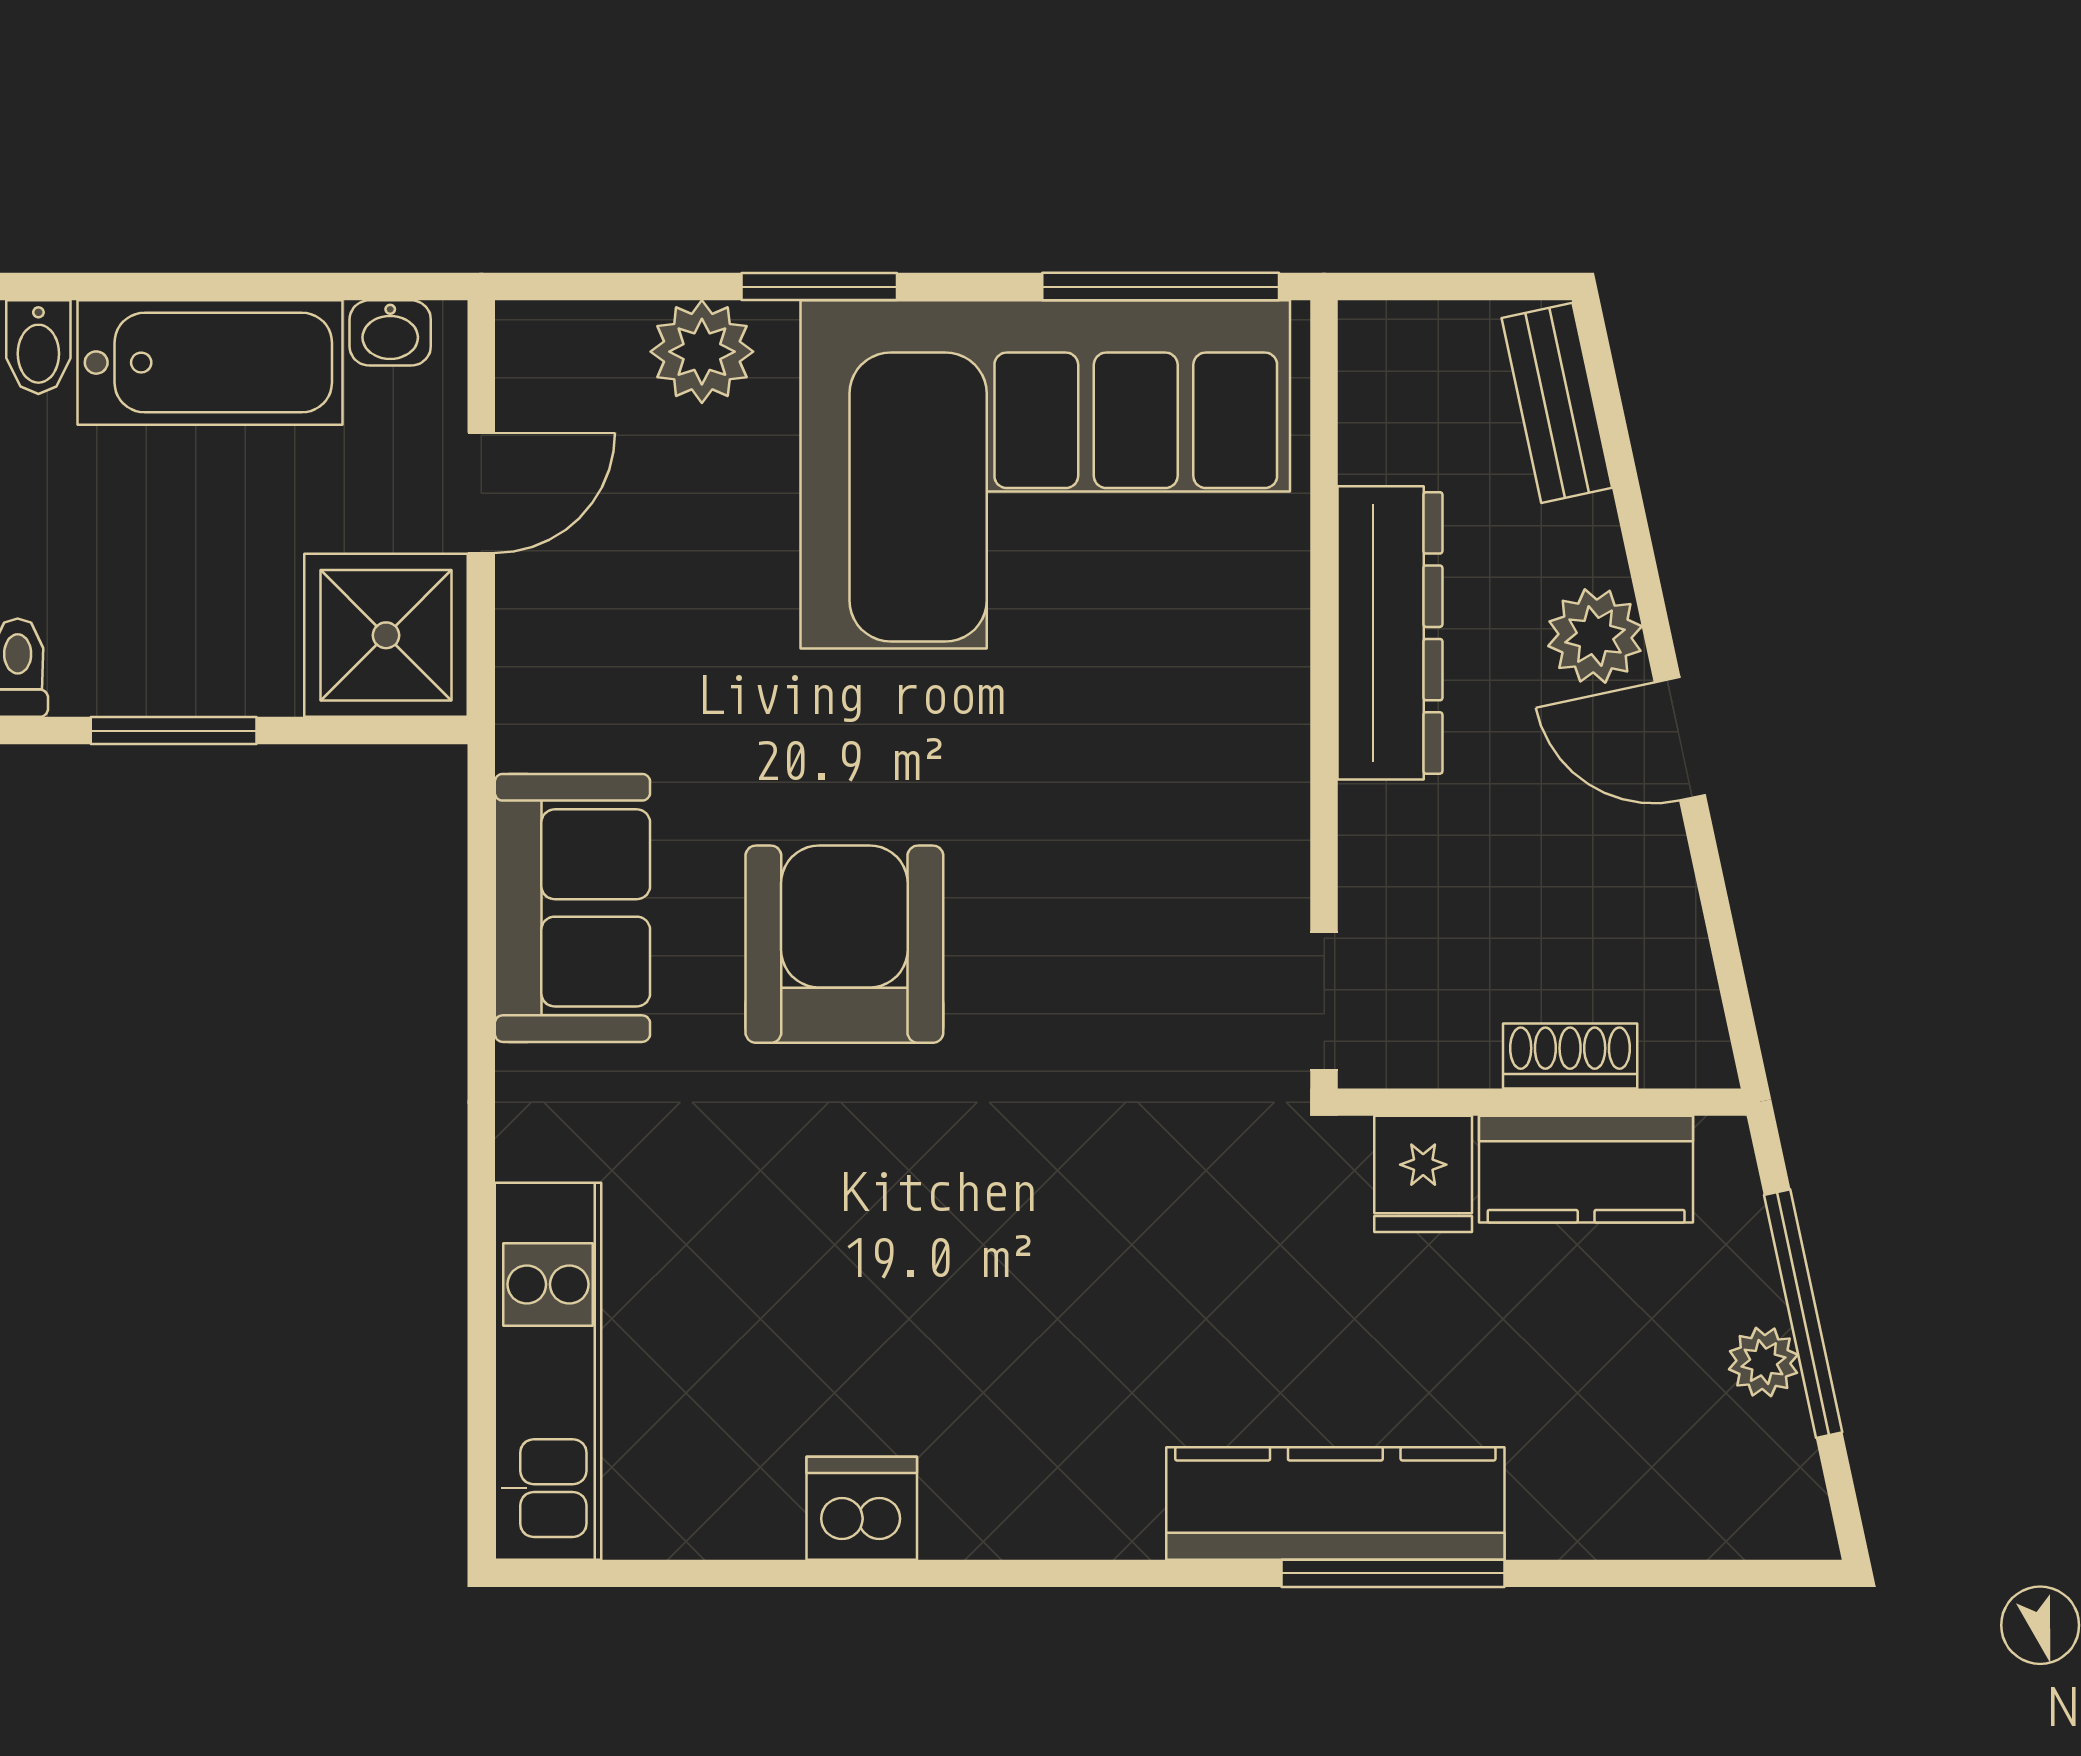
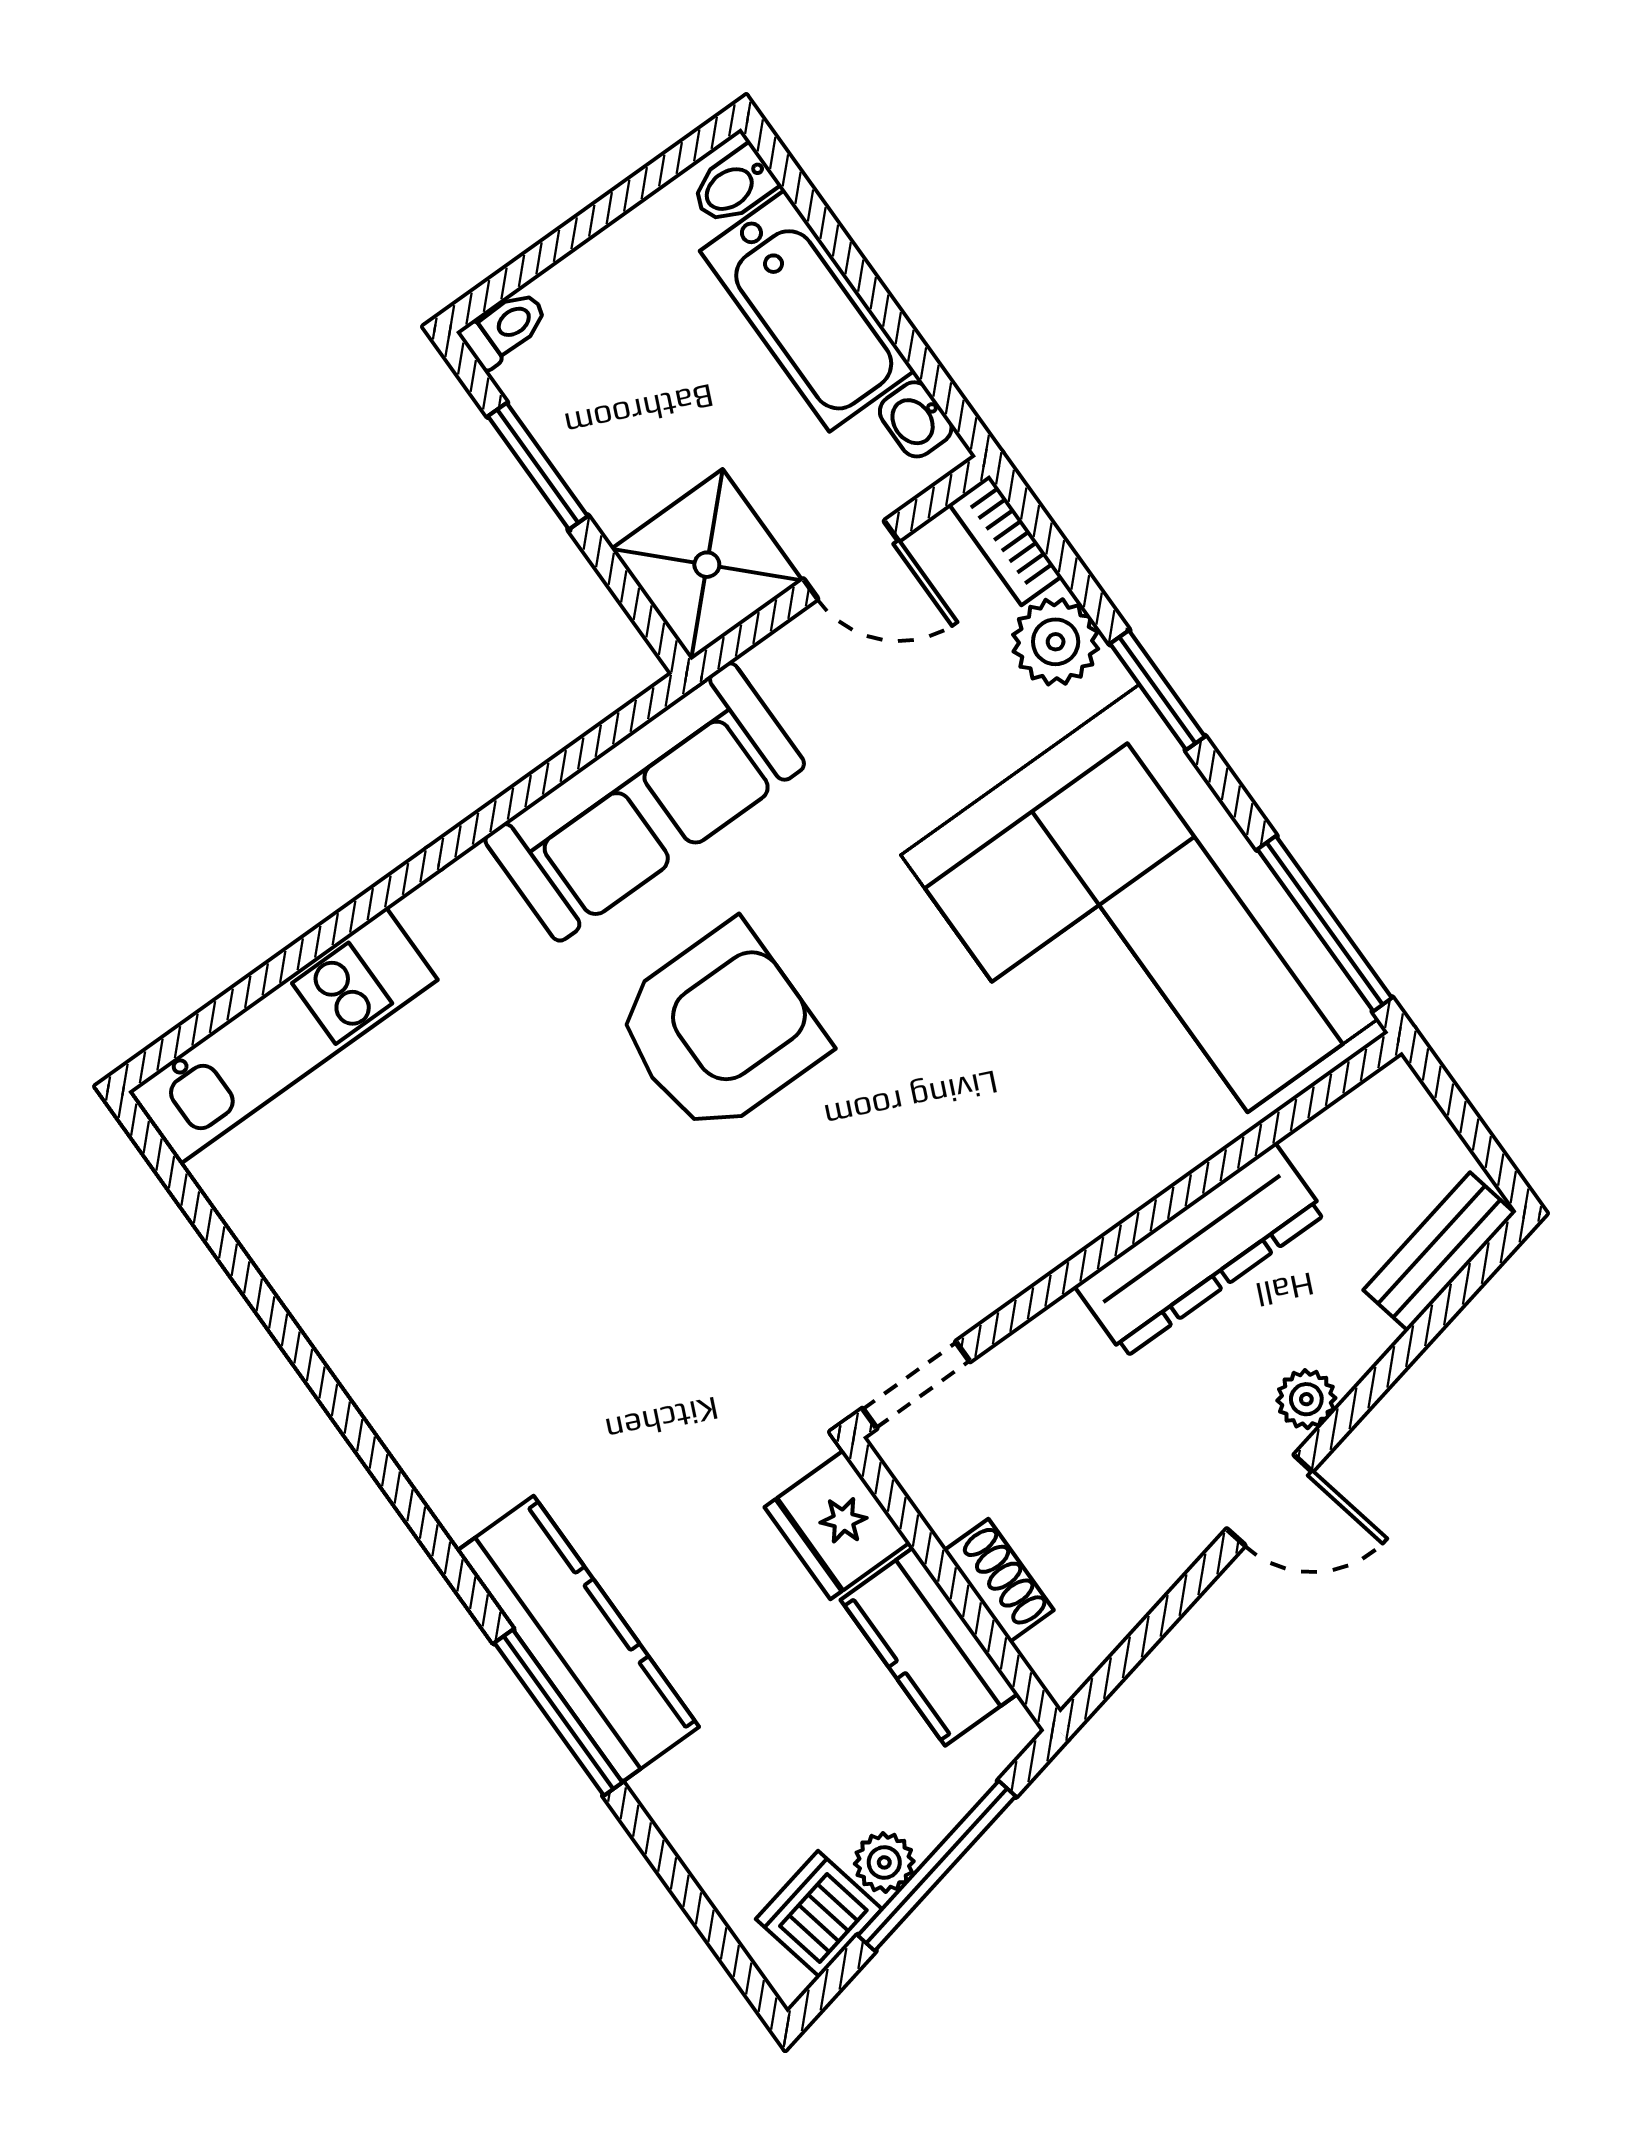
bookcase: (569, 330) -> (1005, 540), added
plant: (1595, 636) -> (1306, 1399), width x0.73, depth x0.73
door: (1680, 739) -> (1270, 1500), swing flipped
sofa: (572, 908) -> (645, 802), width x1.36
fridge: (1423, 1174) -> (837, 1525), width x1.38
dishwasher: (862, 1508) -> (819, 1914), moved, turned -102

